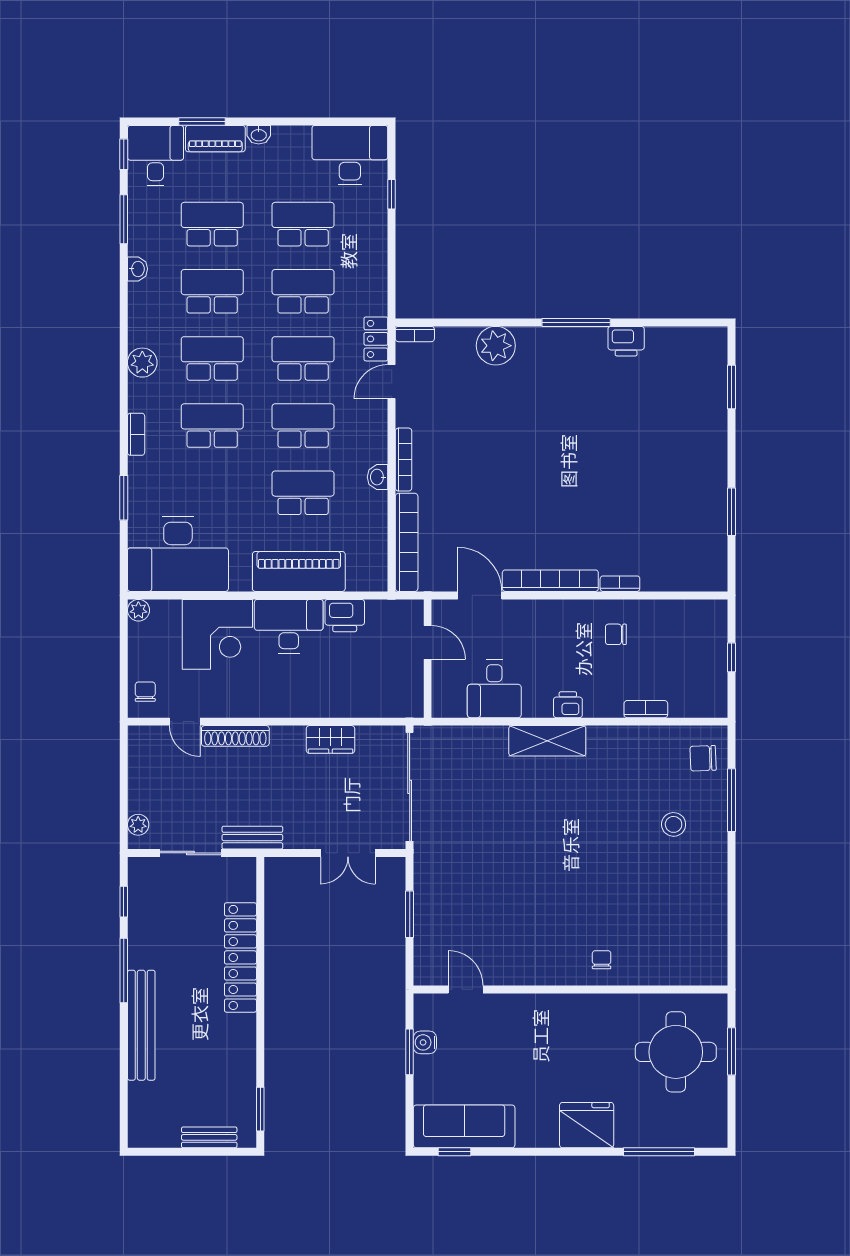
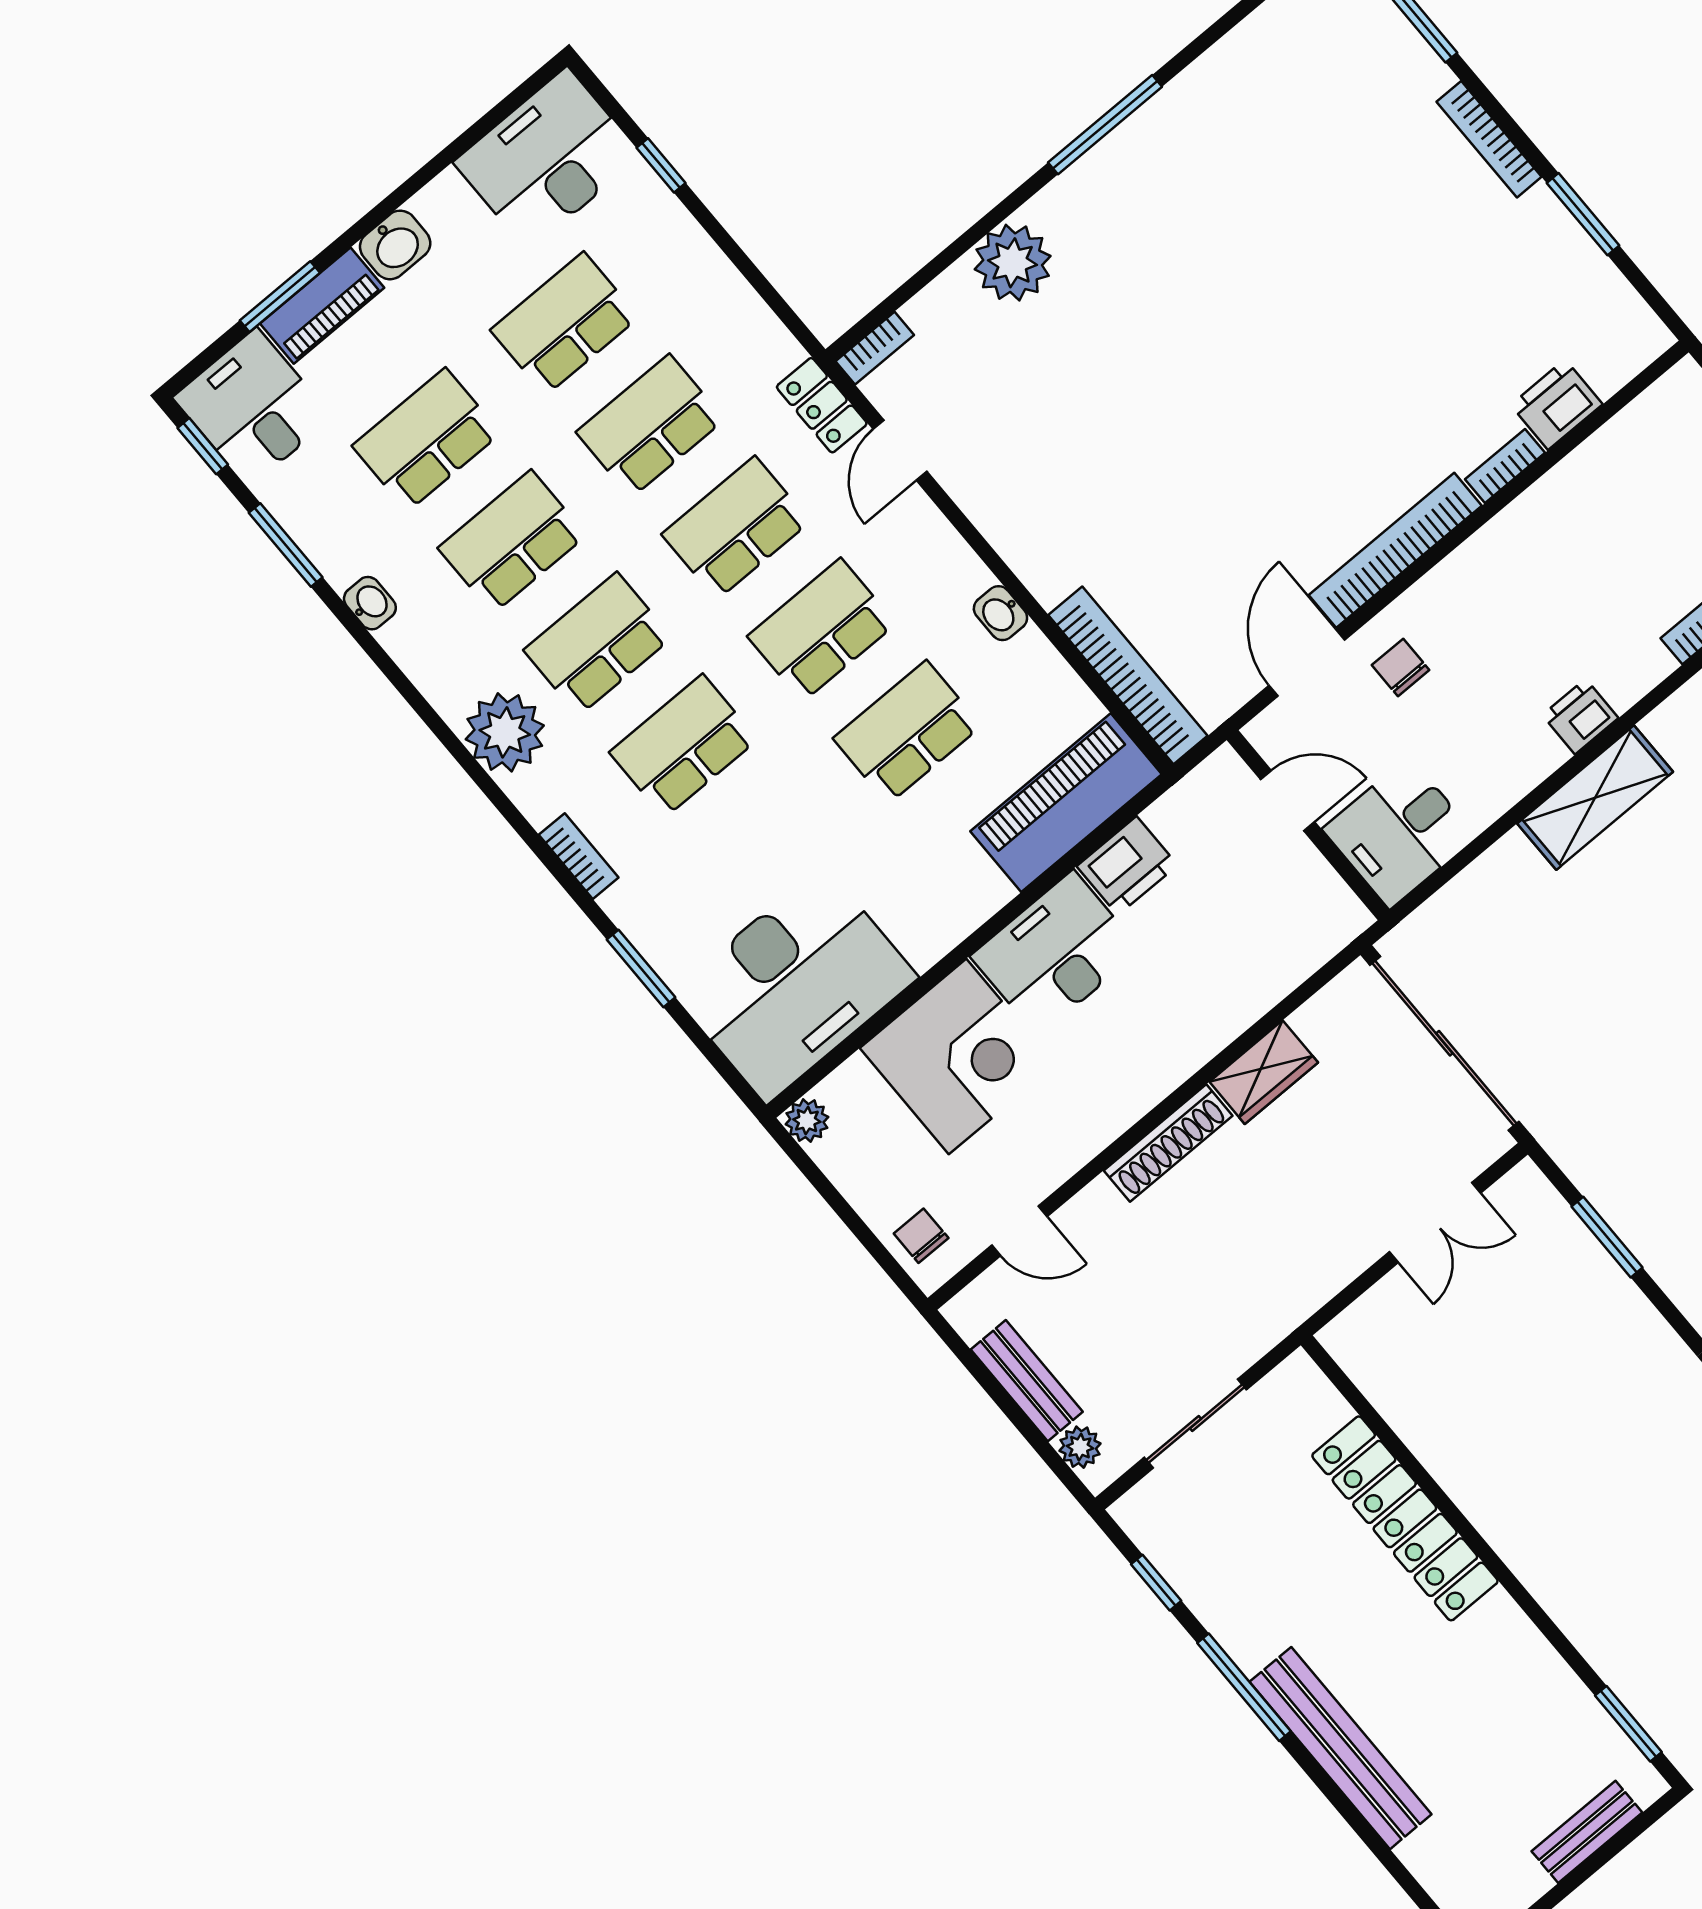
washbasin: (259, 135) -> (395, 245), width x1.38, depth x1.45
printer: (626, 341) -> (1557, 405), moved, turned 180
plant: (142, 363) -> (505, 732), width x1.36, depth x1.36
bookcase: (404, 460) -> (1489, 139), moved, turned 180
piano: (299, 571) -> (1066, 803), moved
door: (480, 595) -> (1307, 663), hinge flipped
chair: (616, 634) -> (1401, 667), moved, turned 90
desk: (494, 689) -> (1399, 833), moved, turned 90
shoe rack: (235, 736) -> (1168, 1143), moved
bench: (252, 838) -> (1027, 1381), moved, turned 90

